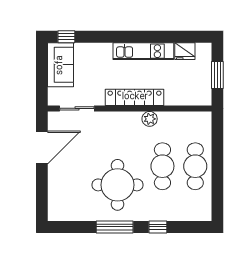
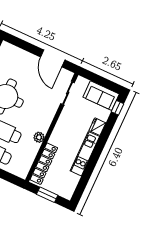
fridge: (185, 51) -> (97, 127), moved
locker: (135, 97) -> (44, 164), moved

